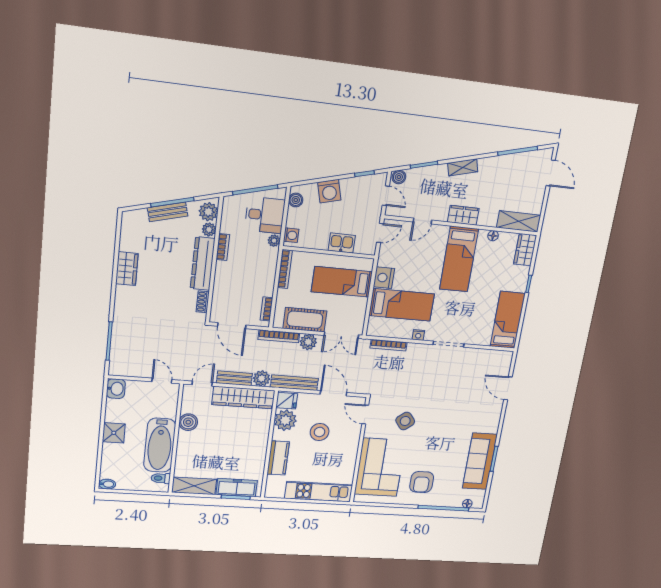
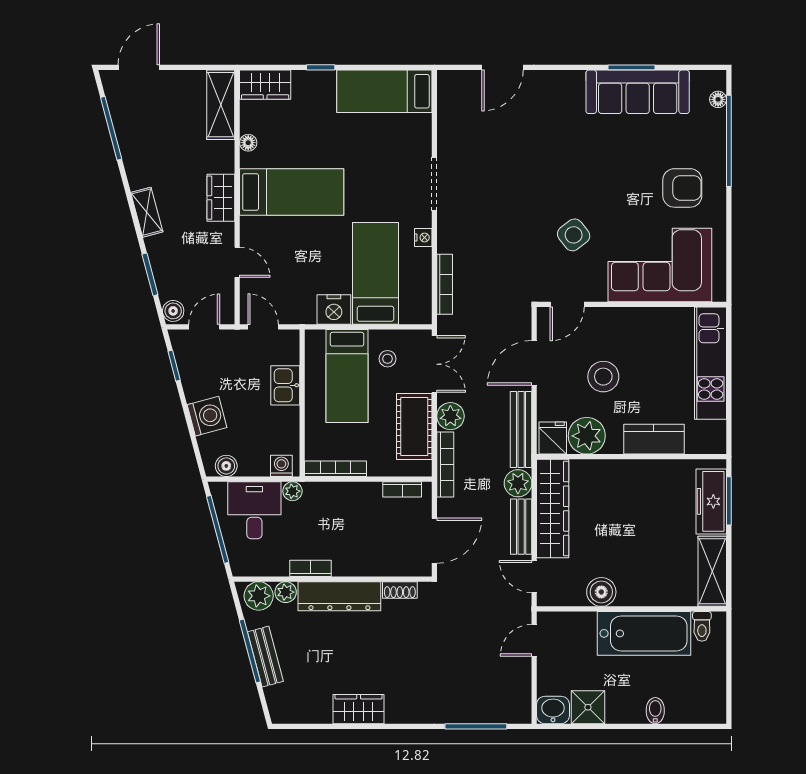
stool: (349, 307) -> (387, 359), added
shower: (114, 433) -> (588, 707), moved
bidet: (107, 484) -> (655, 711), moved

